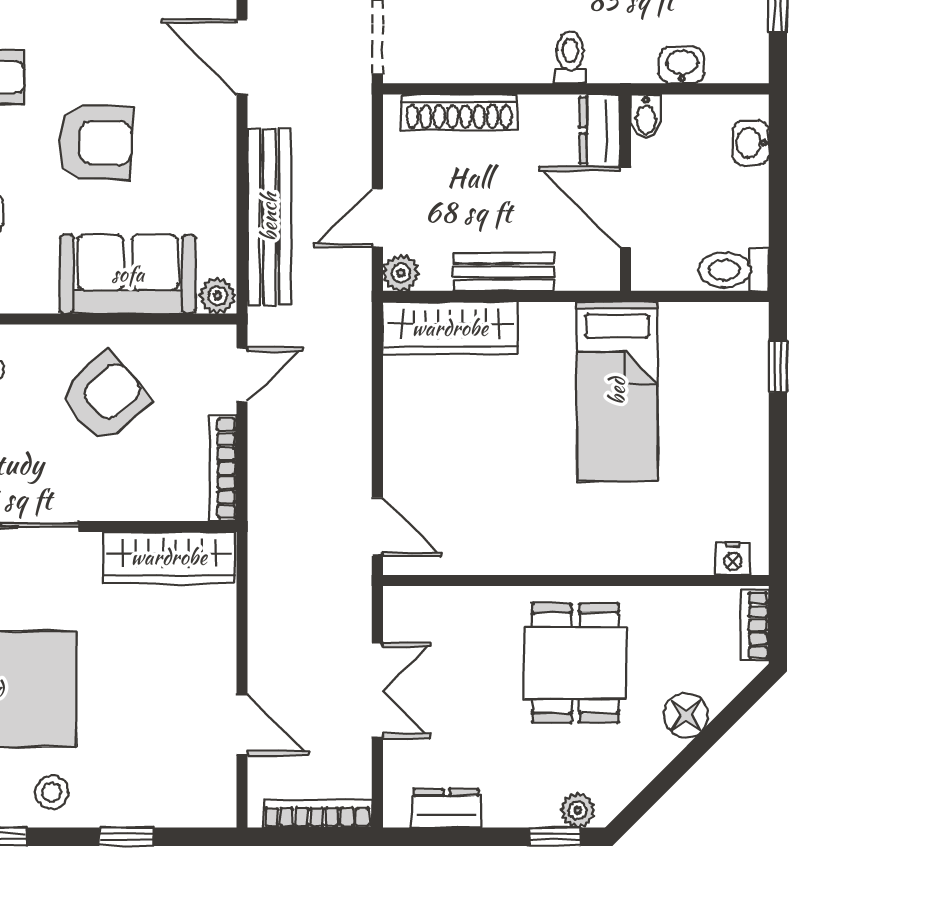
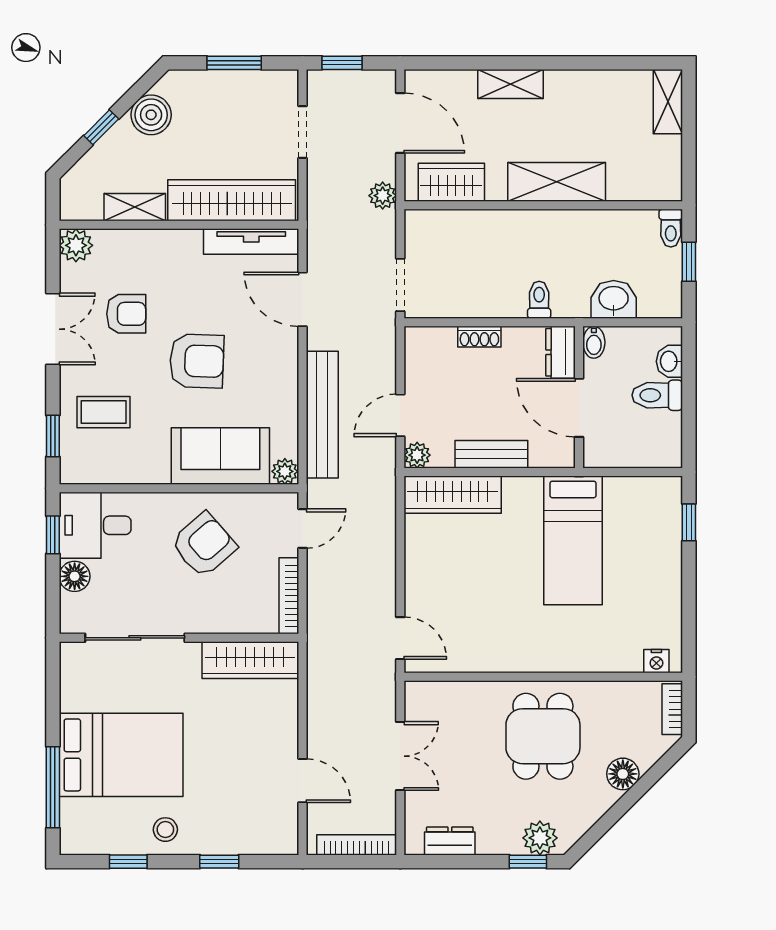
washbasin: (682, 65) -> (614, 299), width x1.38, depth x1.45
shoe rack: (459, 112) -> (479, 337), width x0.51, depth x0.81
toilet: (734, 270) -> (657, 395), moved
plant: (578, 810) -> (540, 838), width x1.38, depth x1.38

